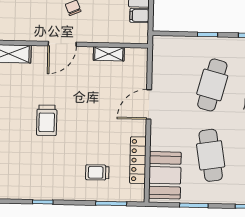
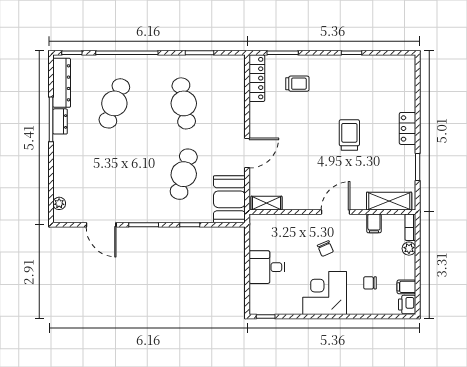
filing cabinet: (139, 15) -> (374, 223), moved, turned 90
shelving: (109, 54) -> (266, 203), moved
locker: (138, 160) -> (257, 78), moved
booth: (165, 175) -> (229, 199), moved

